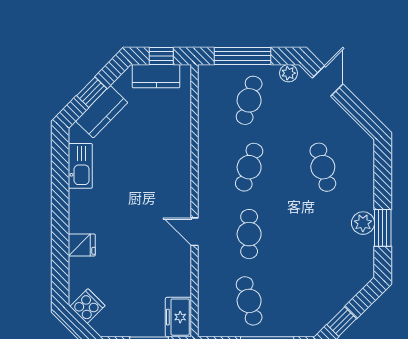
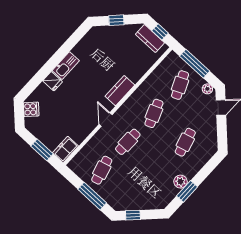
cafe table: (249, 100) -> (180, 85), turned -39
kitchen counter: (102, 112) -> (120, 91), moved, turned 136
kitchen sink: (80, 166) -> (66, 66), moved
cafe table: (249, 167) -> (154, 113), turned -39

